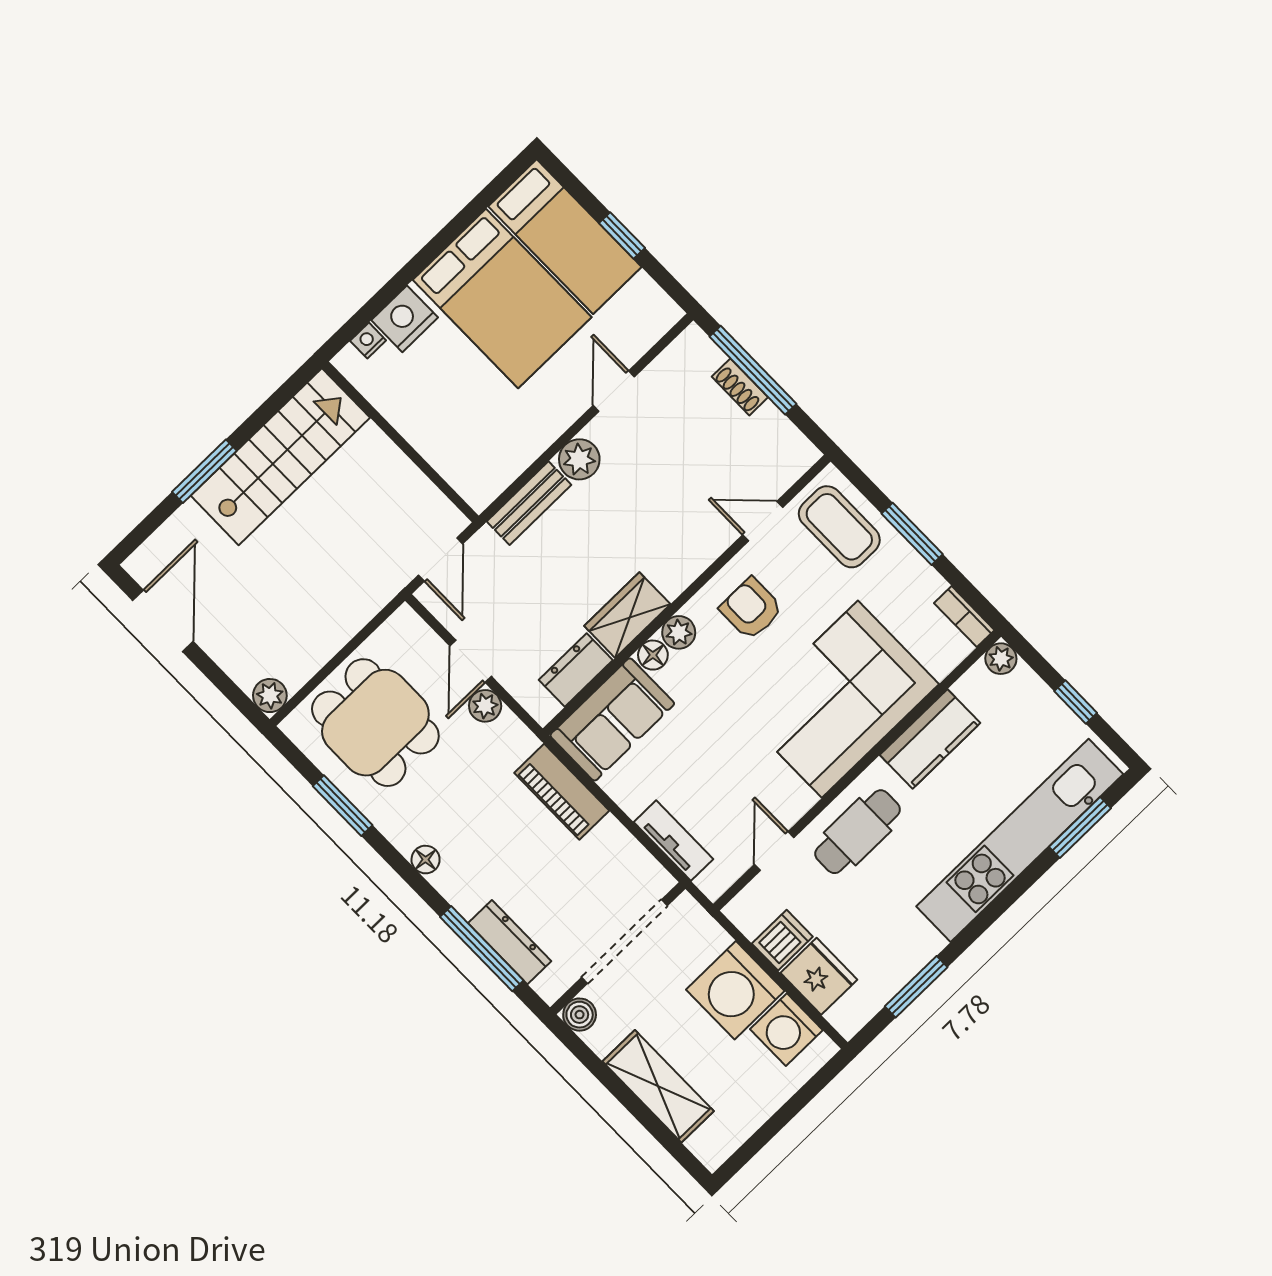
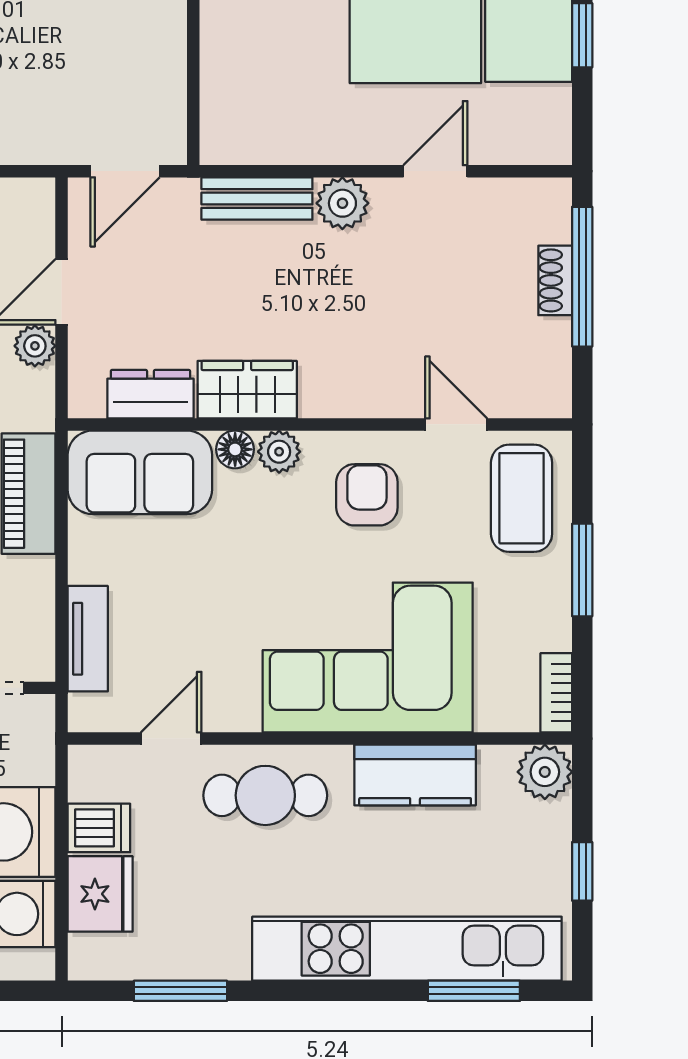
plant: (1001, 659) -> (545, 772), width x1.38, depth x1.38

